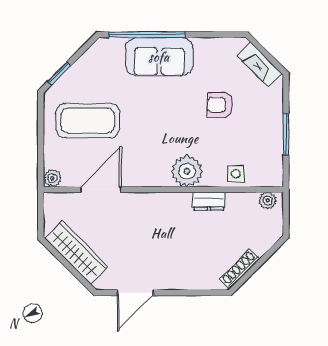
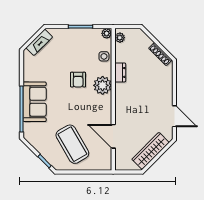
armchair: (220, 105) -> (78, 80), moved
coffee table: (88, 120) -> (72, 144), turned -30
plant: (52, 178) -> (107, 33), moved

